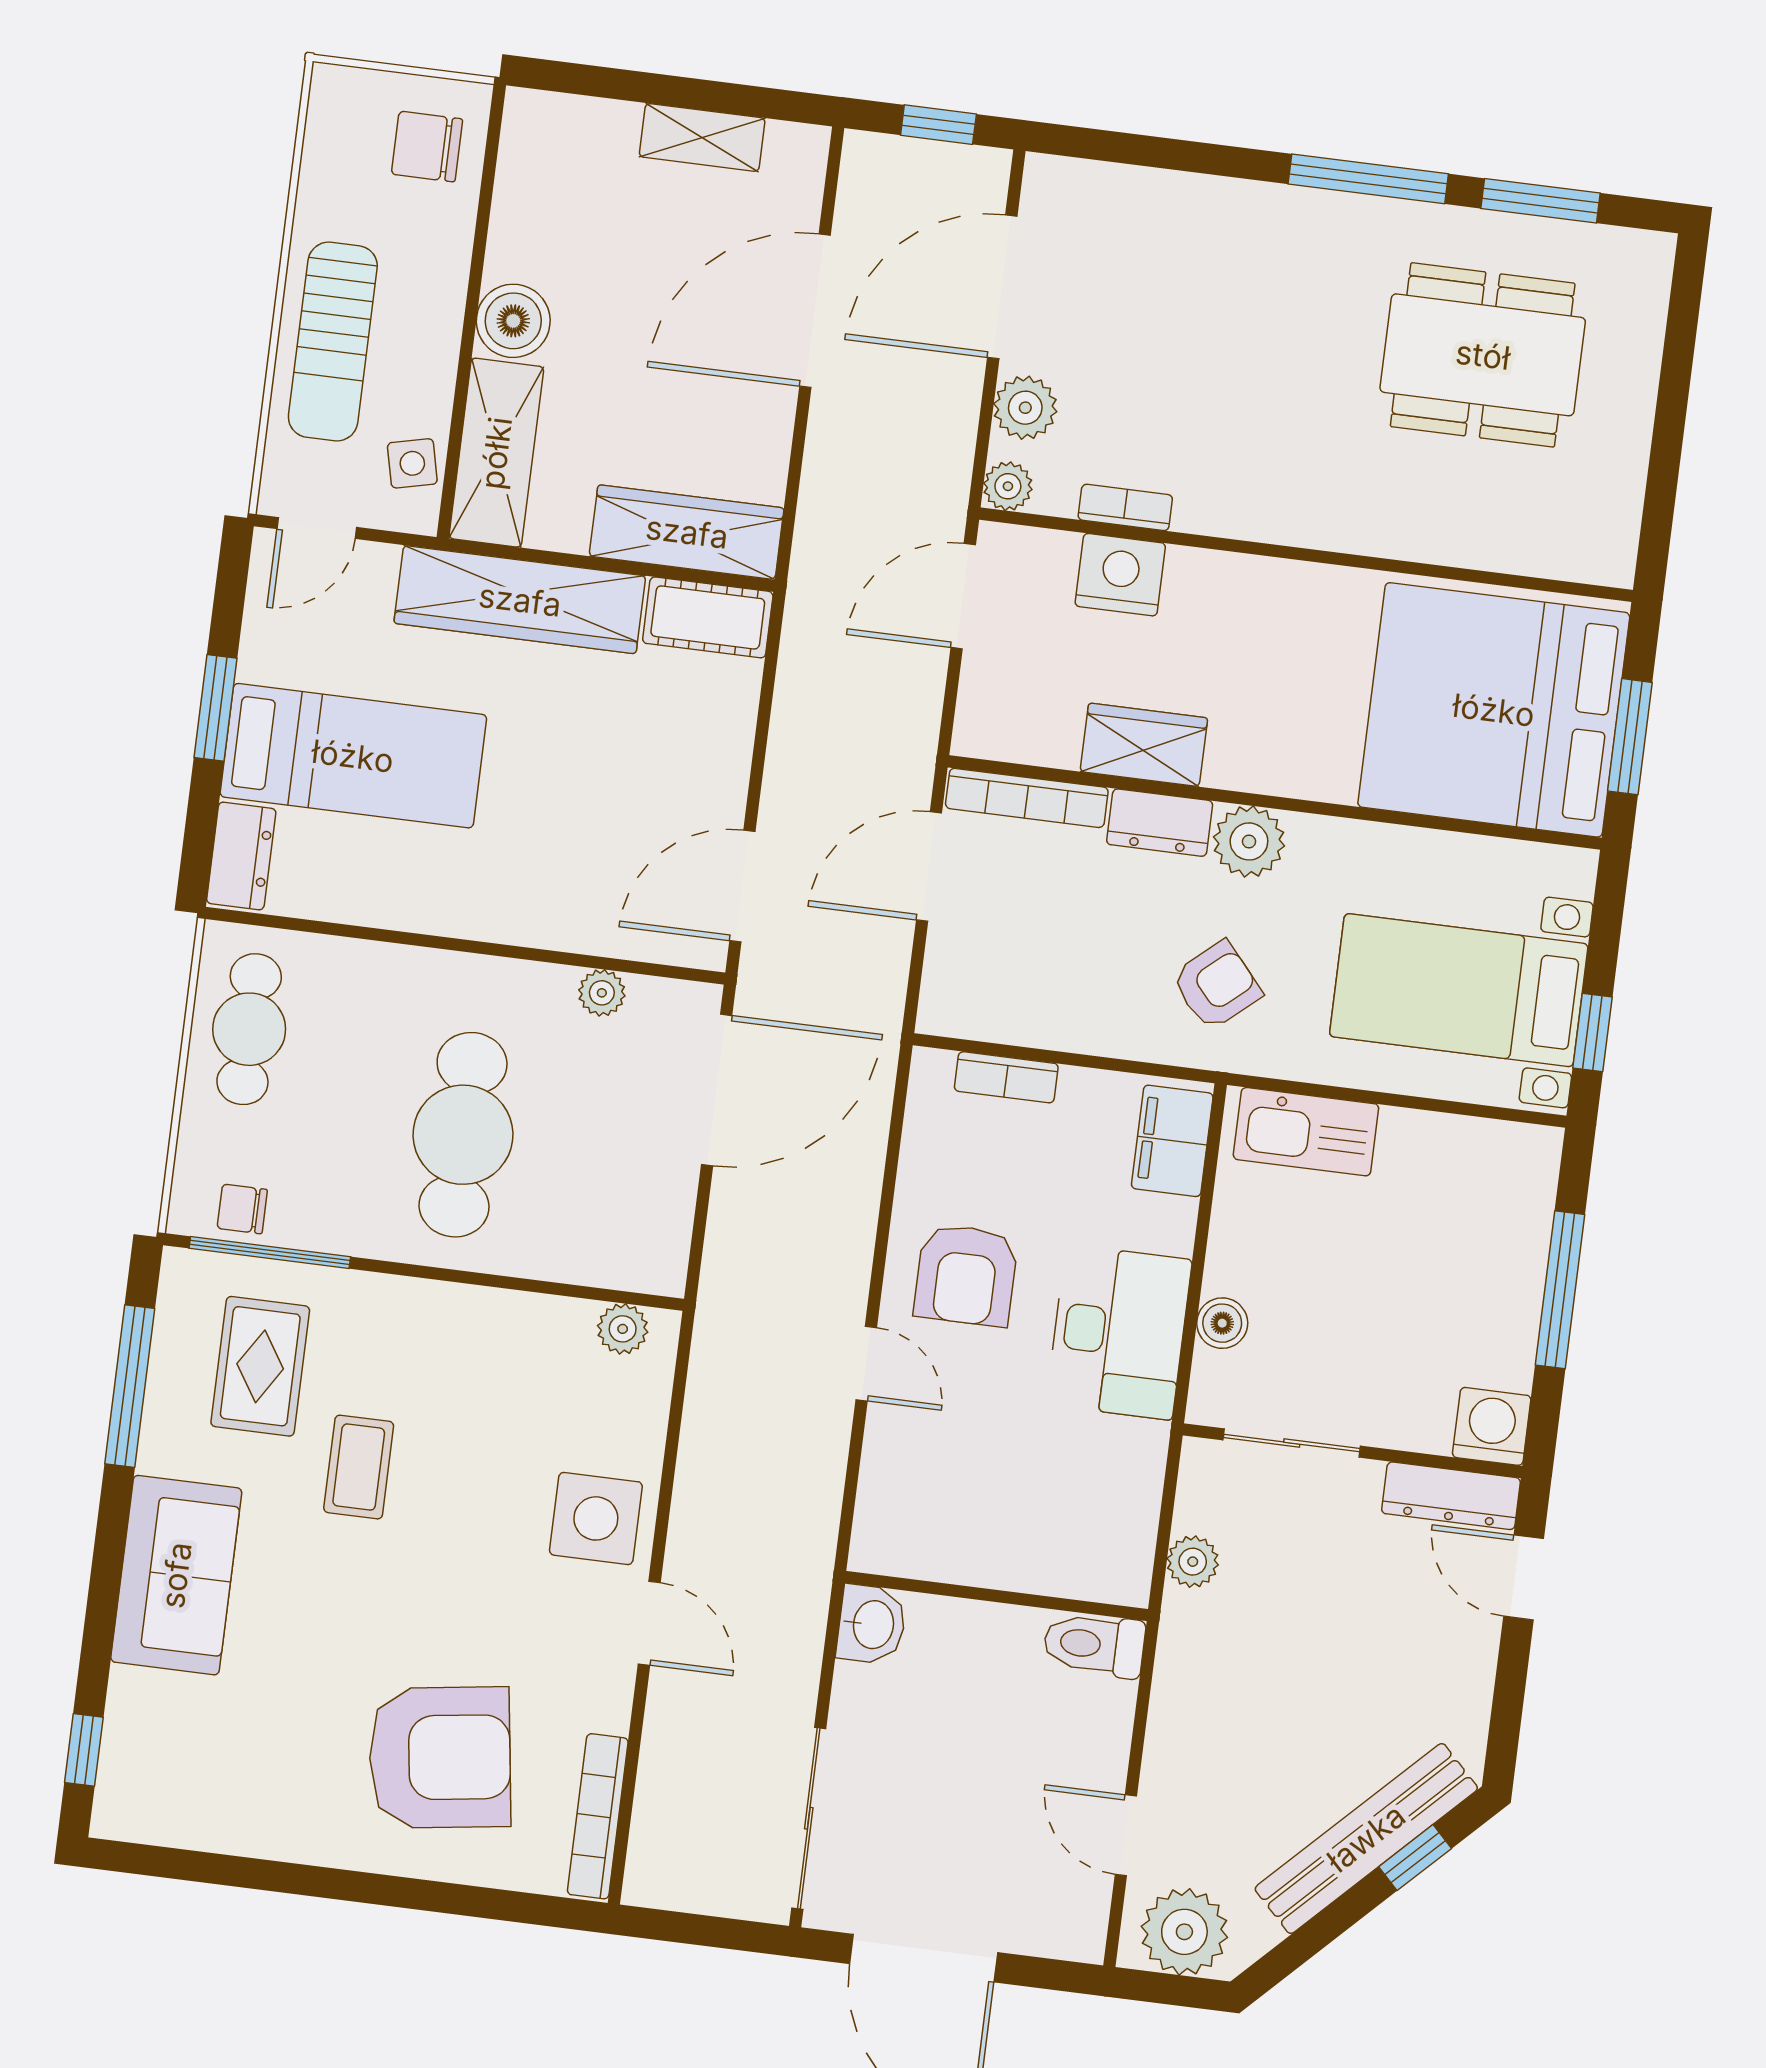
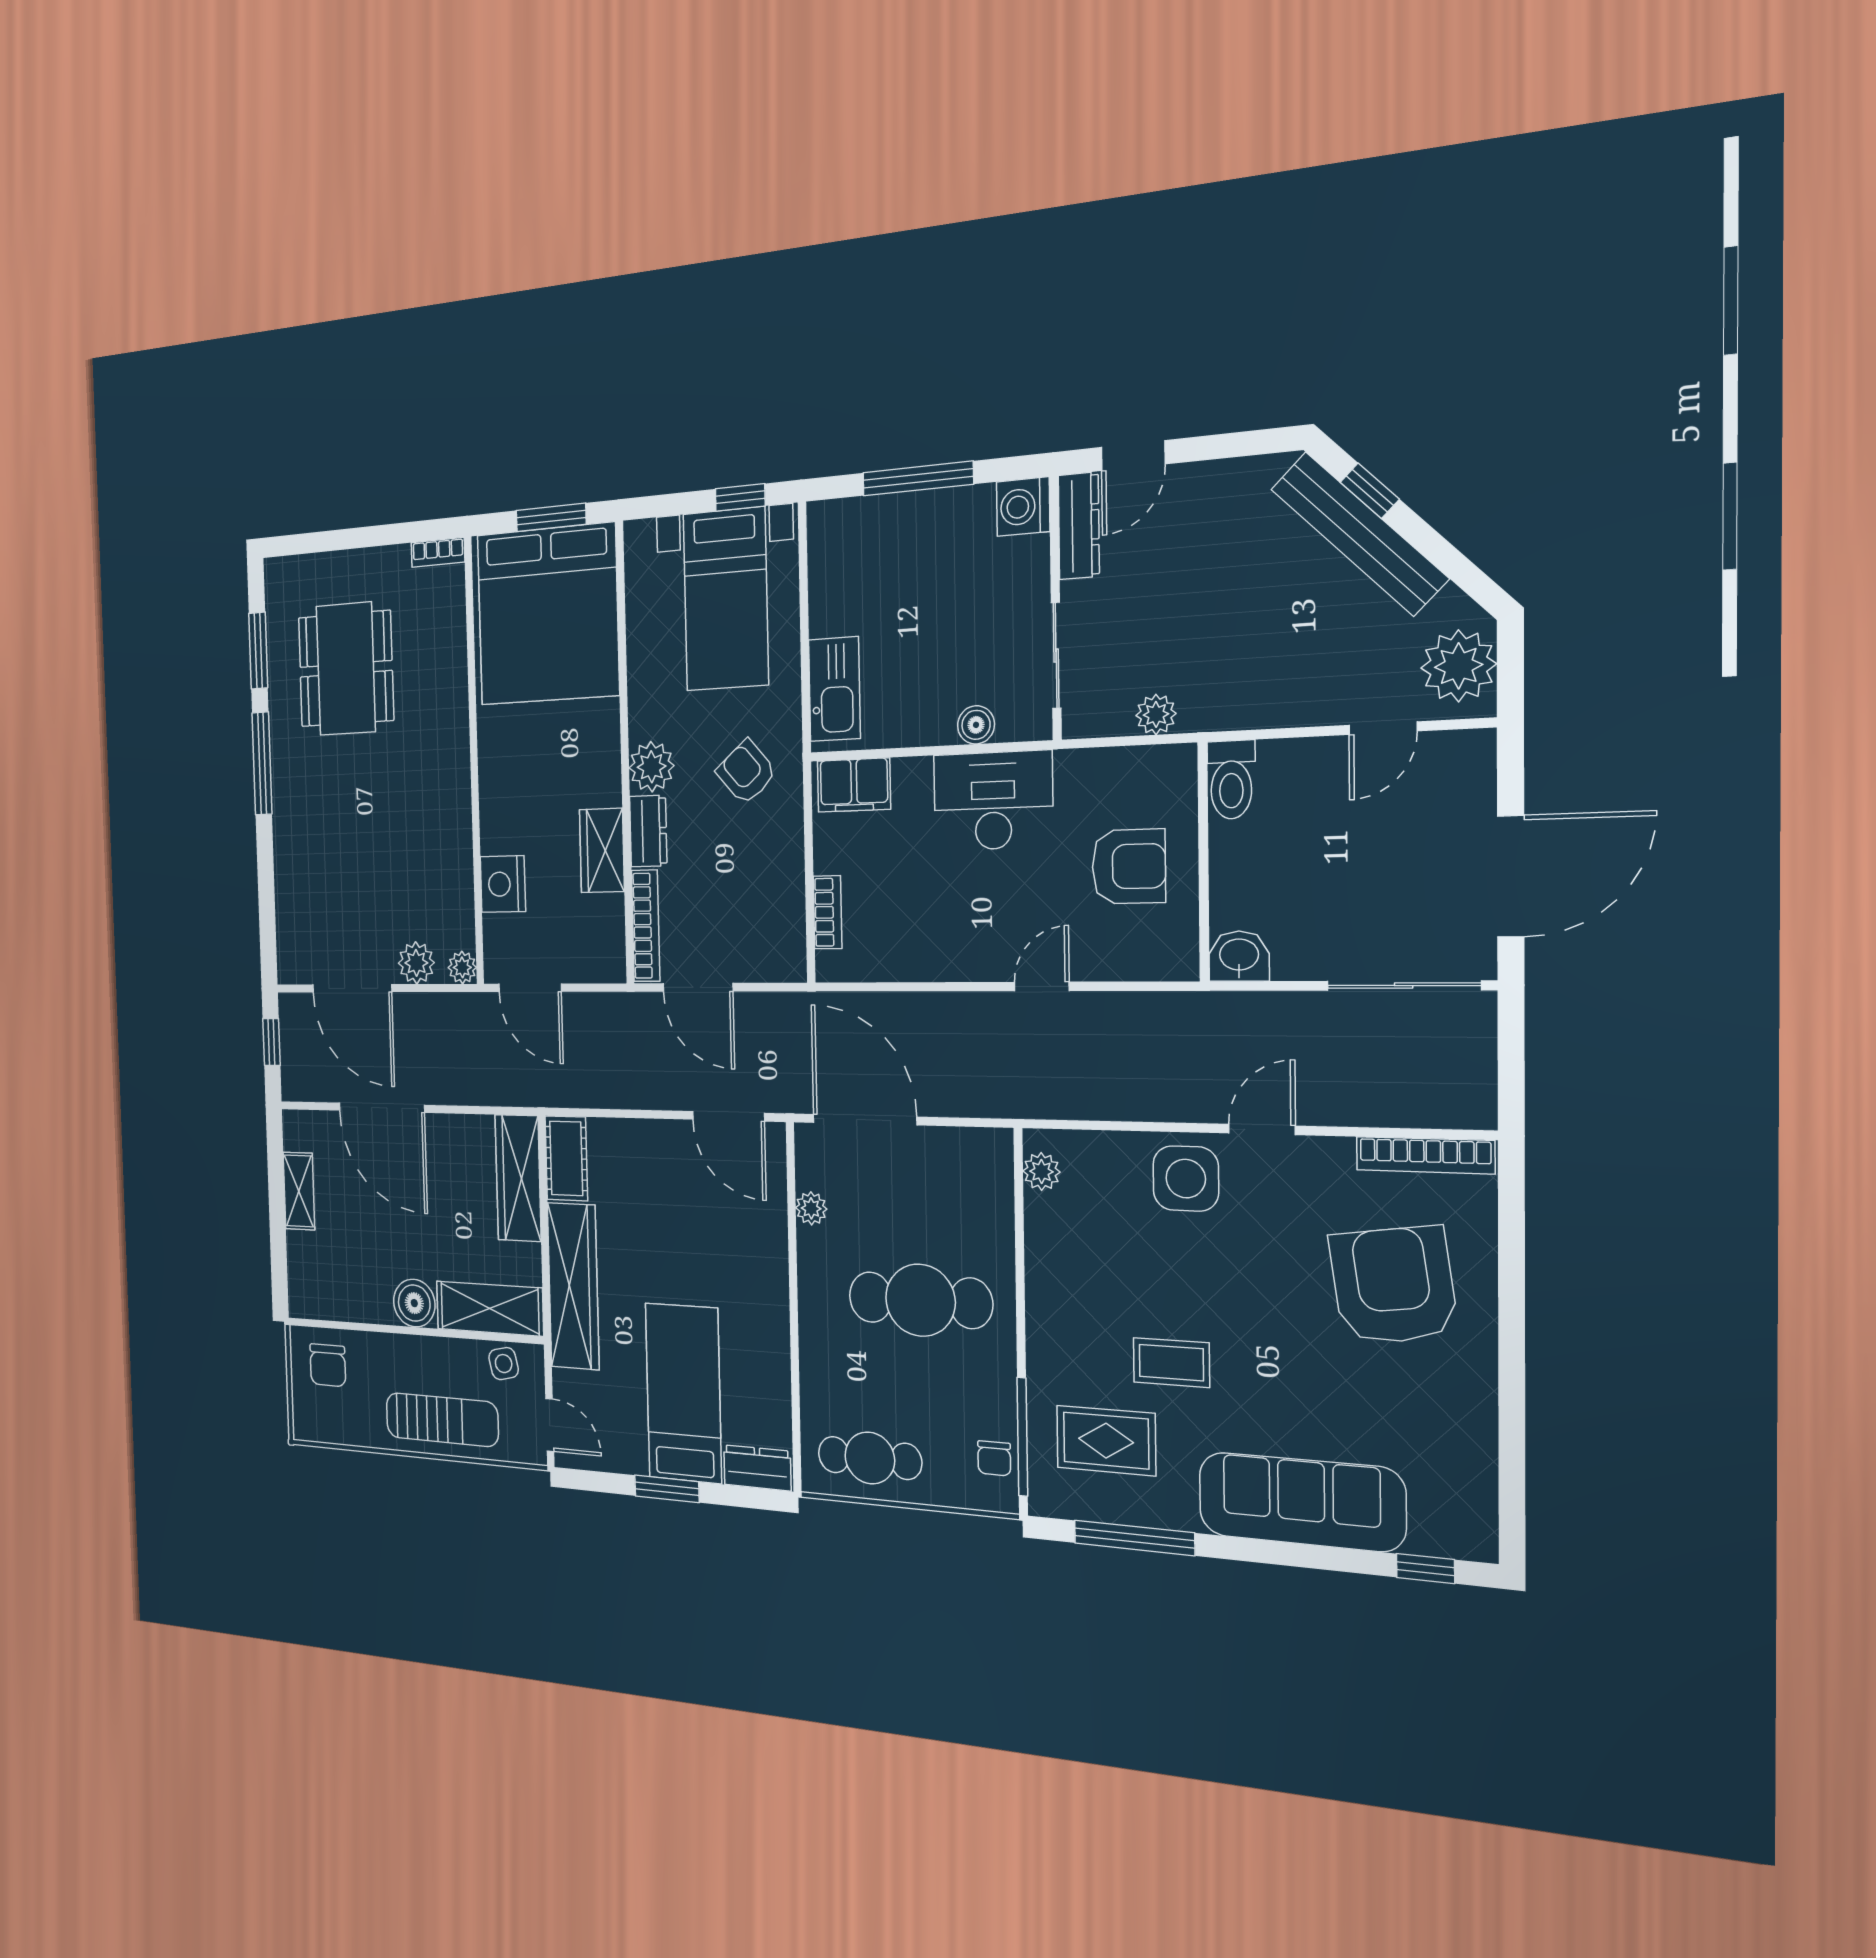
bookcase: (1125, 507) -> (438, 552), moved, turned -90
armchair: (966, 1275) -> (1129, 866), moved
sofa: (176, 1575) -> (1301, 1502), width x1.36

